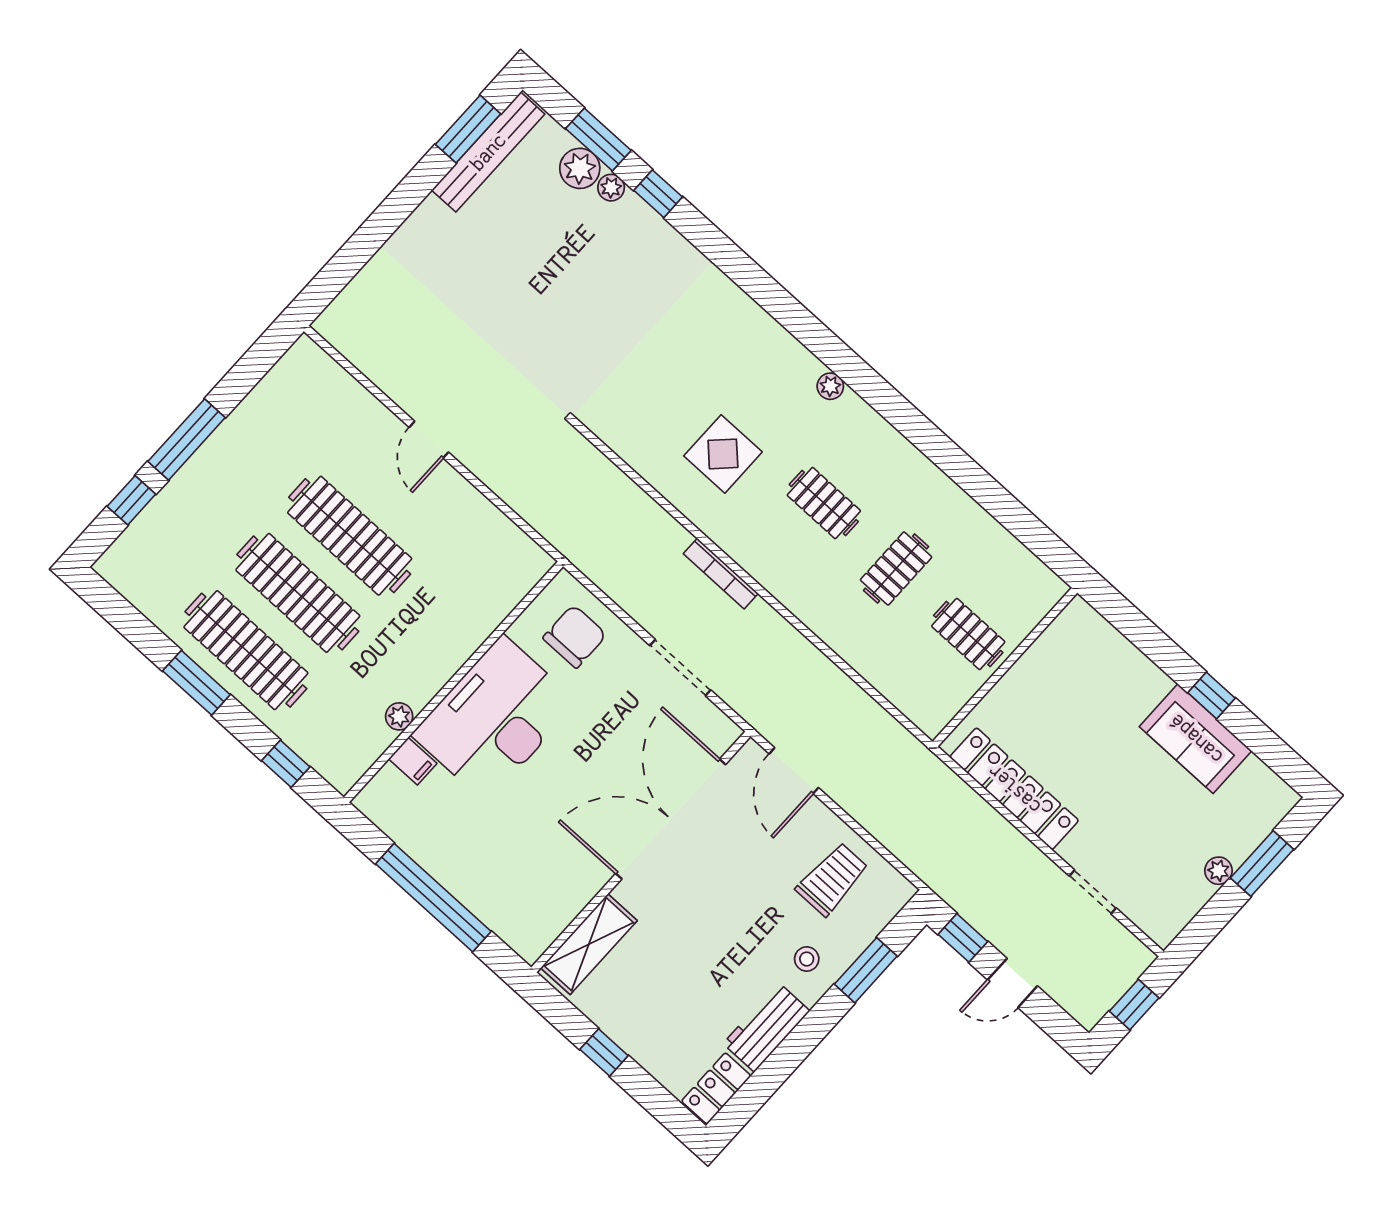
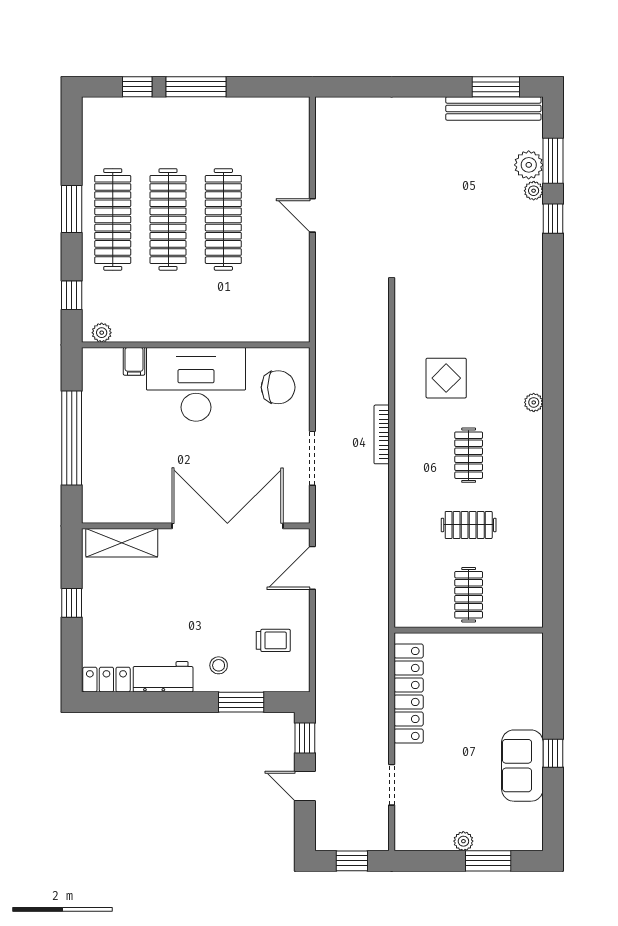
door: (429, 440) -> (312, 215), hinge flipped
plant: (399, 716) -> (102, 333), moved
trolley: (832, 879) -> (273, 640), width x0.73, depth x0.72

